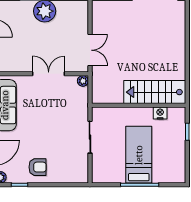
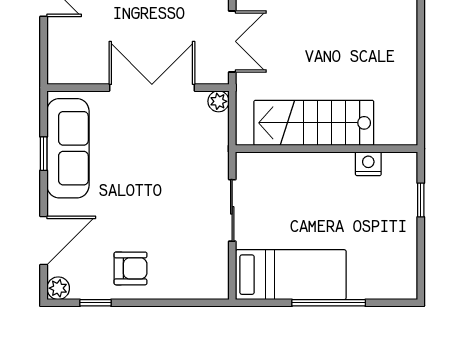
double door: (49, 74) -> (152, 88), width x1.37
stairs: (155, 92) -> (314, 123), moved
bed: (139, 155) -> (291, 275), moved, turned 90

